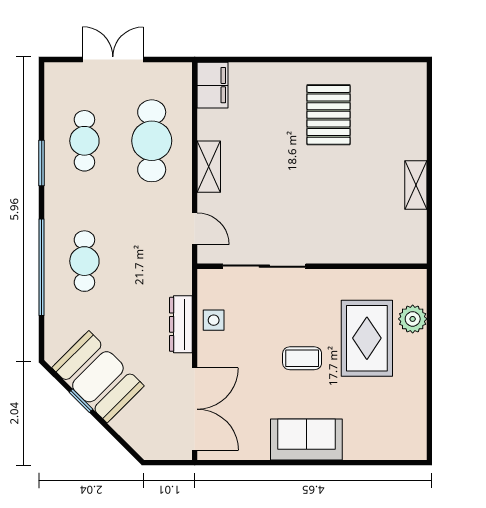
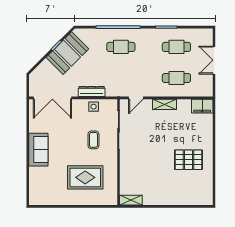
double door: (113, 60) -> (214, 60), swing flipped
cafe table: (152, 141) -> (176, 78), width x0.73, depth x0.74
shelving: (416, 185) -> (131, 200), moved
plant: (413, 319) -> (94, 199), removed
coffee table: (302, 358) -> (93, 140), moved

